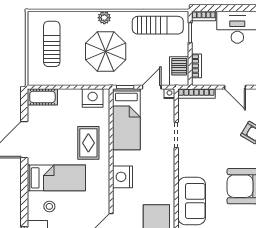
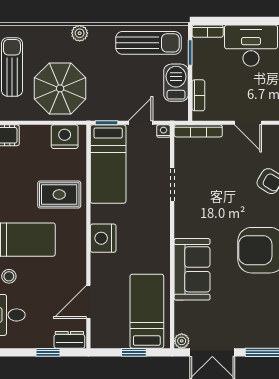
parasol: (106, 51) -> (60, 88), moved
barbecue: (179, 71) -> (176, 83), moved
rug: (88, 143) -> (59, 194), turned 90

